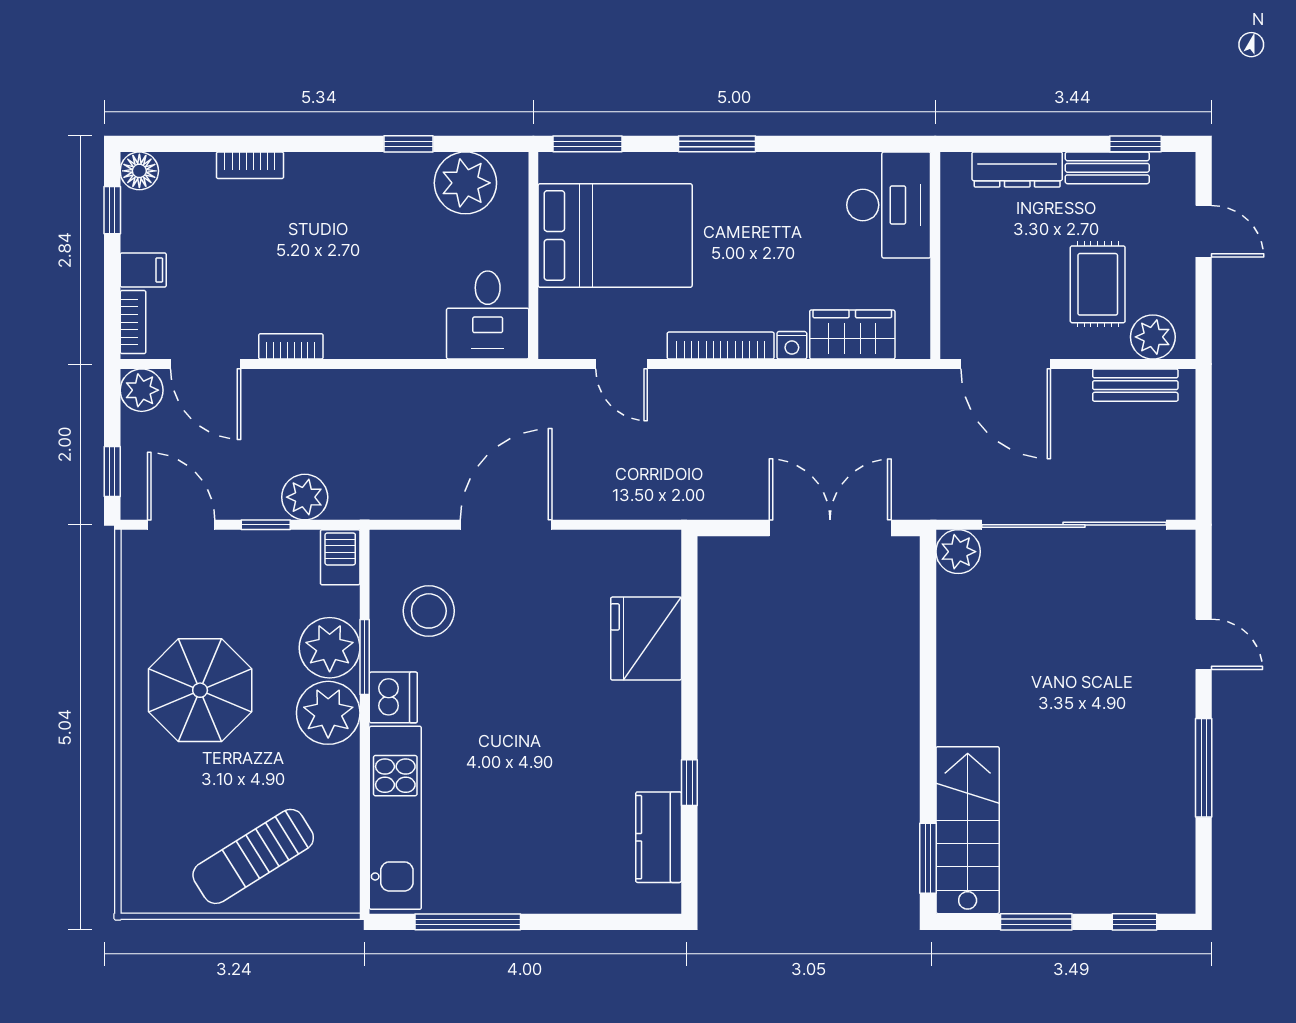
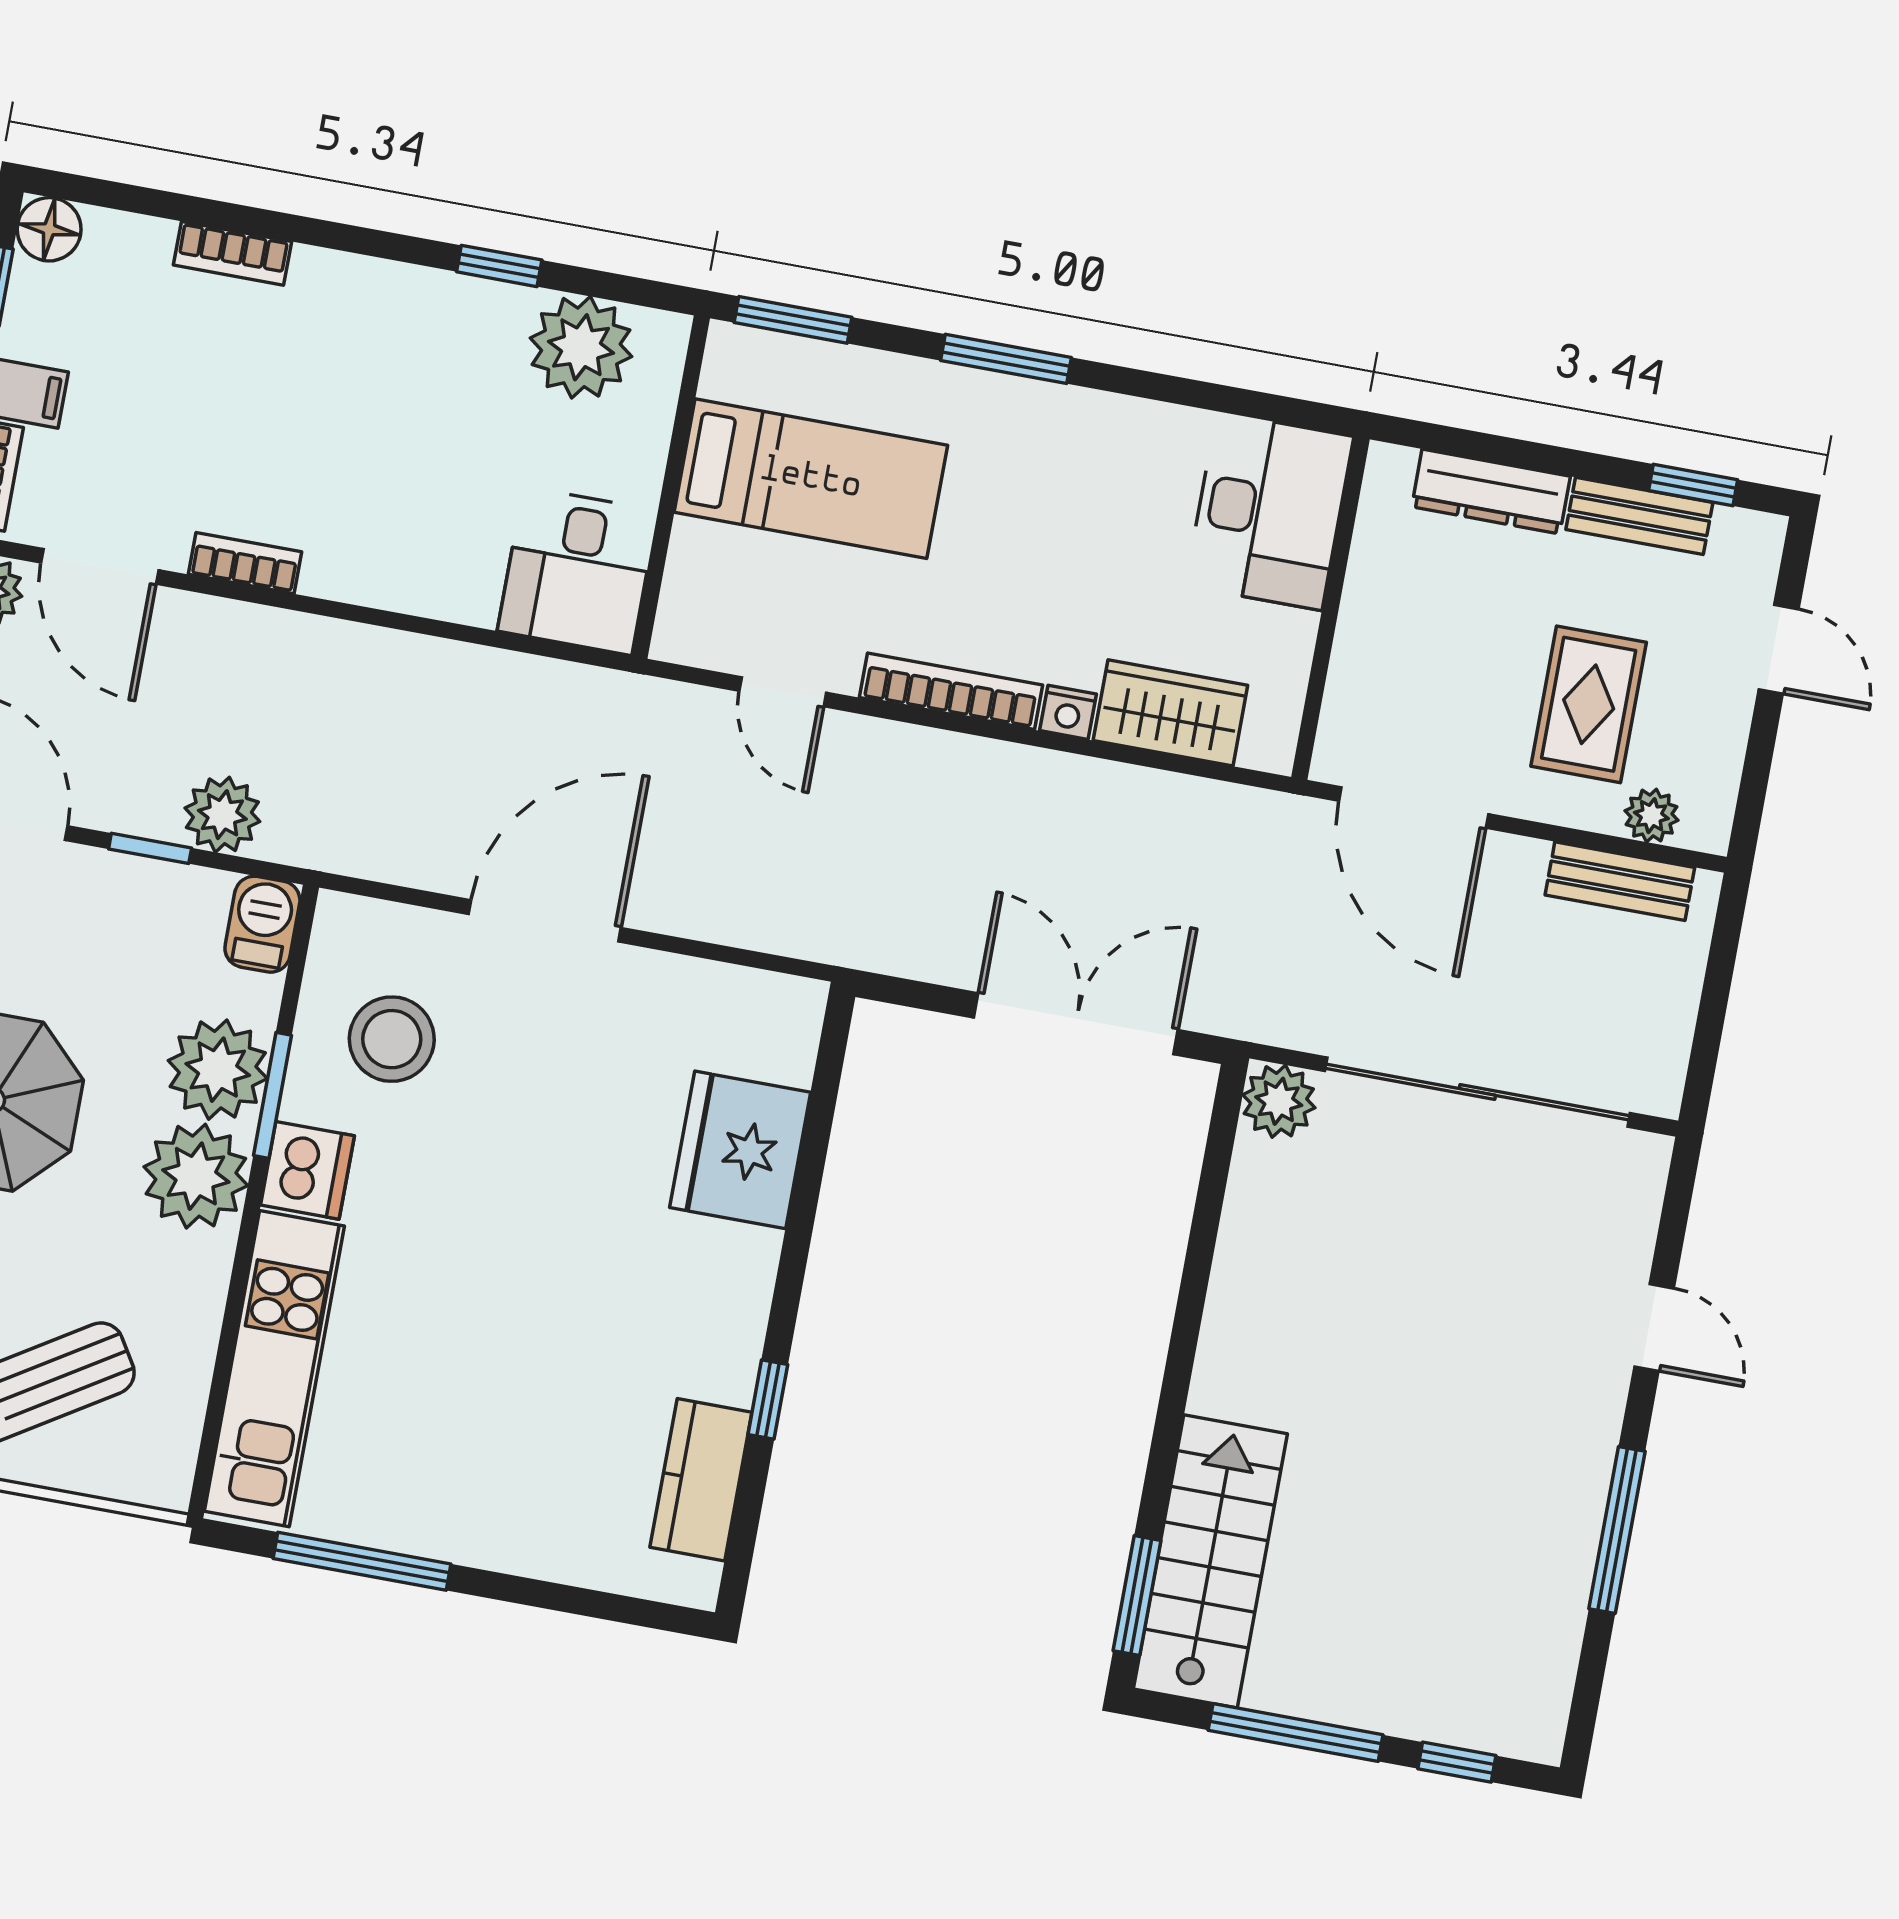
bed: (615, 235) -> (811, 479), width x0.67
plant: (1153, 337) -> (1651, 816), width x0.73, depth x0.73
window: (1036, 922) -> (1296, 1733), width x1.44

